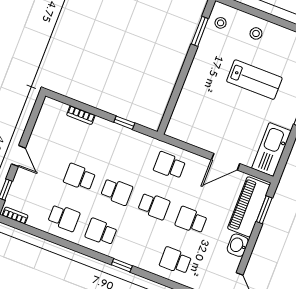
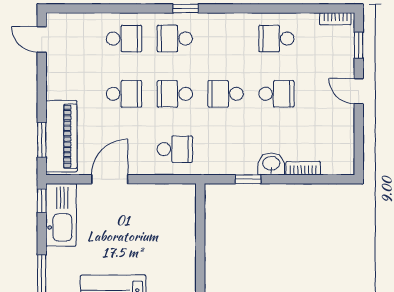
window: (281, 165) -> (42, 201), added
school desk: (101, 232) -> (175, 39), moved, turned 180
washbasin: (238, 245) -> (271, 164), moved, turned -90

